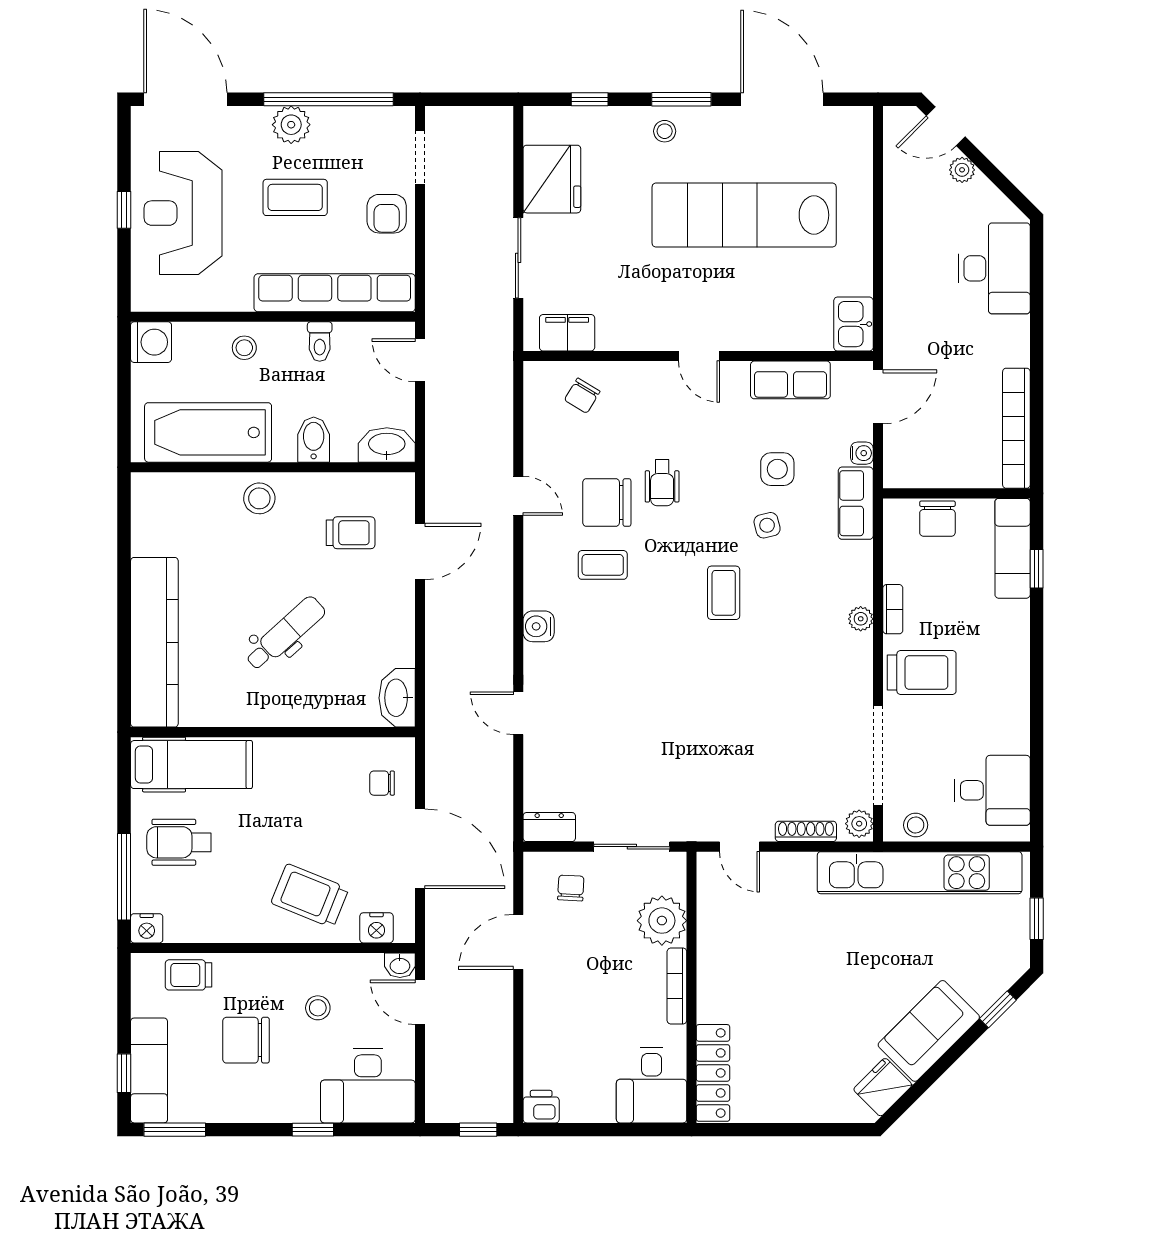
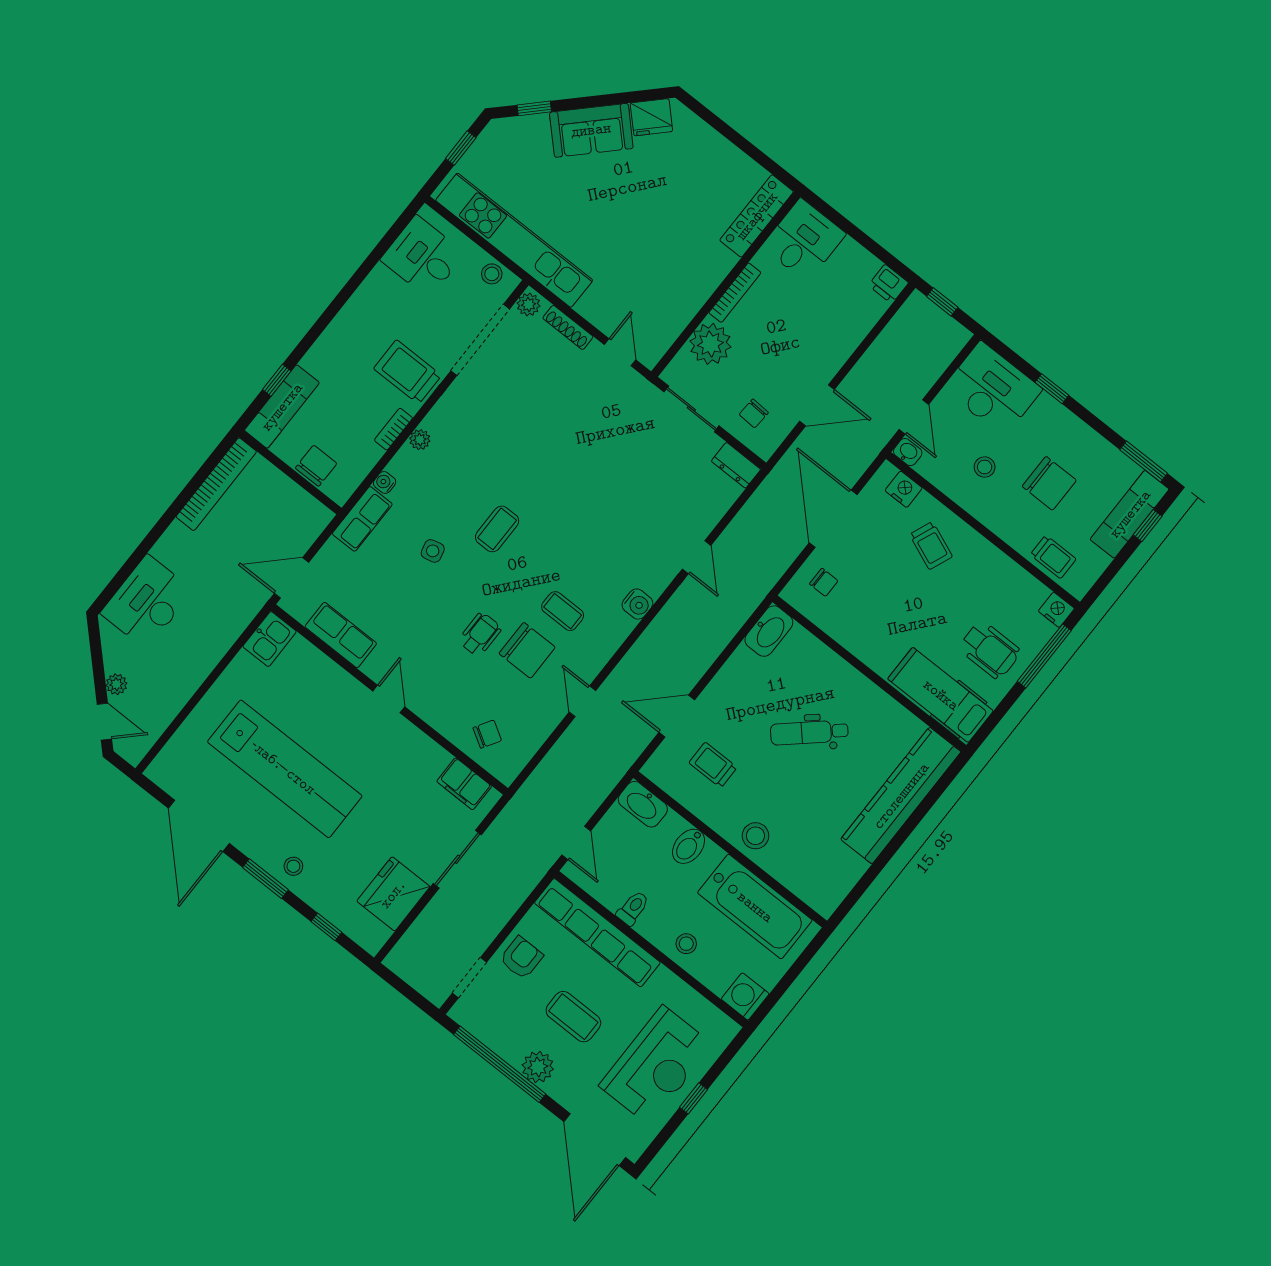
water cooler: (862, 453) -> (385, 482), moved
side table: (777, 469) -> (396, 583), removed
trolley: (310, 896) -> (931, 546), width x0.73, depth x0.72

